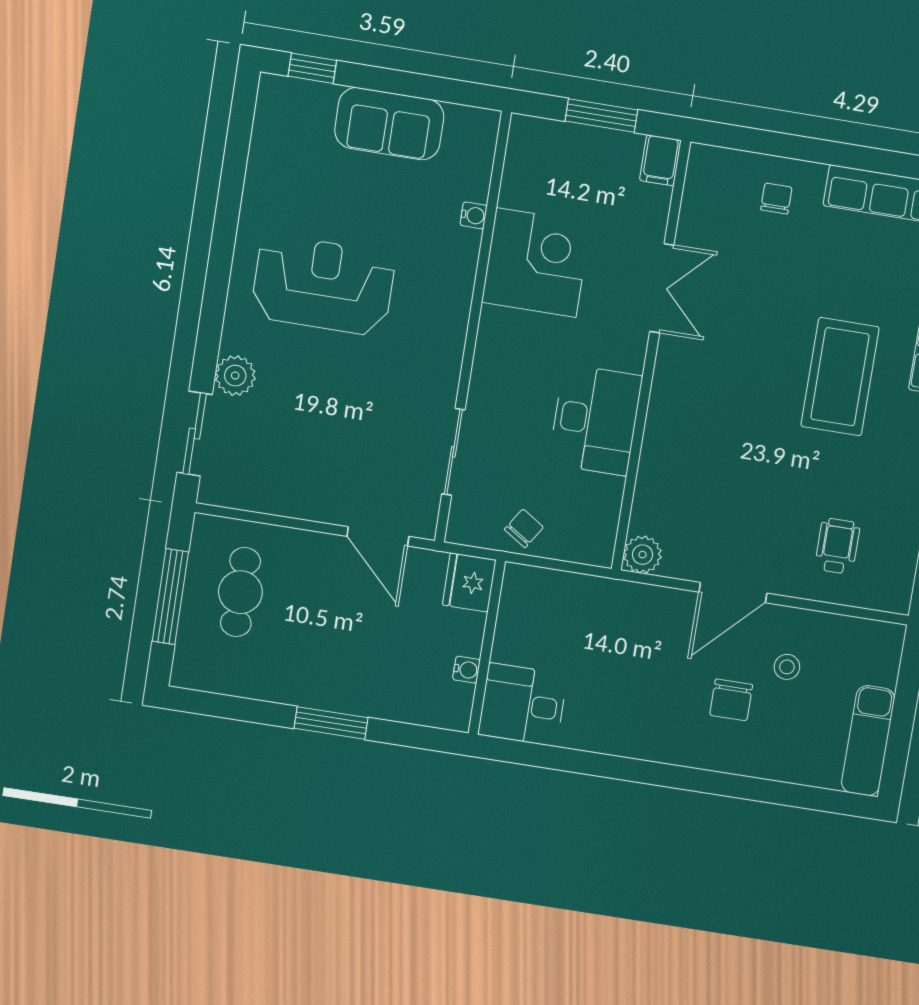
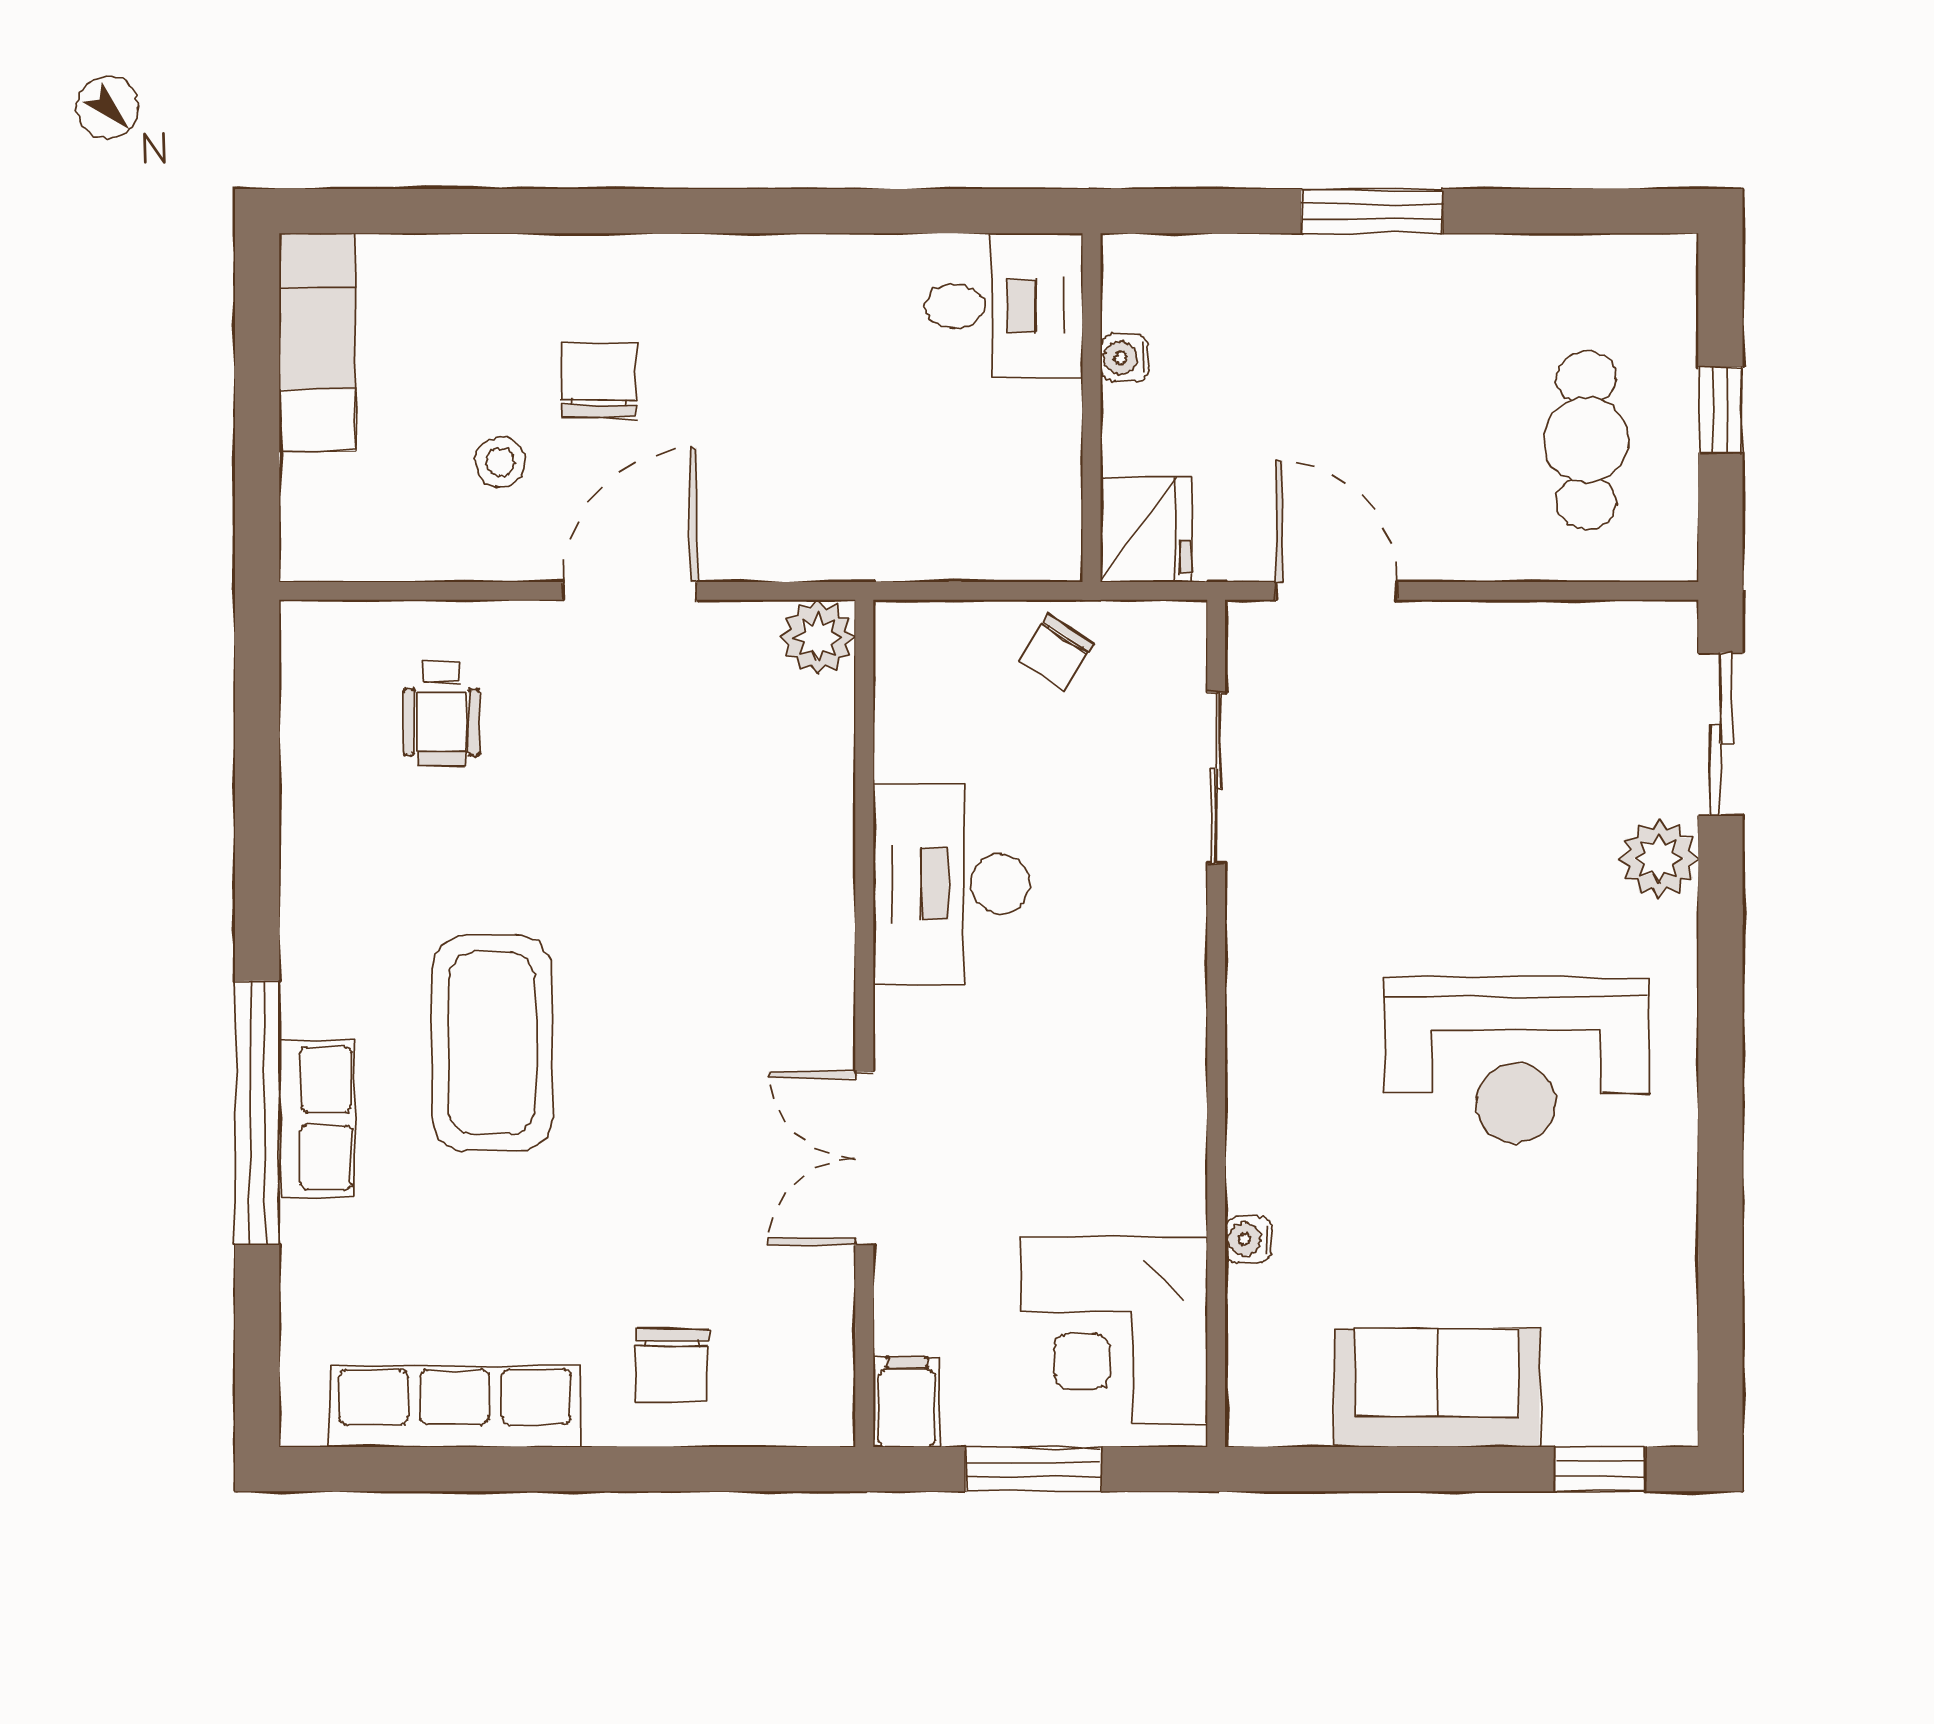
chair: (776, 199) -> (672, 1365), width x1.37, depth x1.37
corner desk: (536, 263) -> (1114, 1330), moved
window: (170, 597) -> (1720, 410), width x0.46

